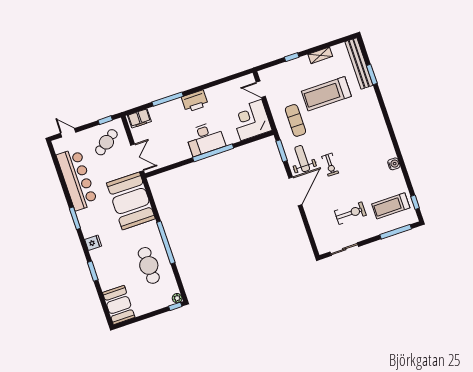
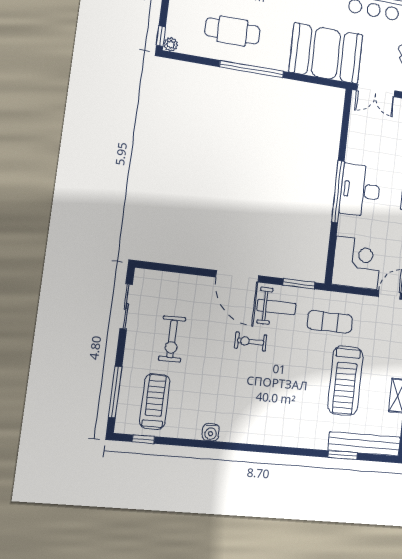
treadmill: (326, 94) -> (345, 381), turned 180

